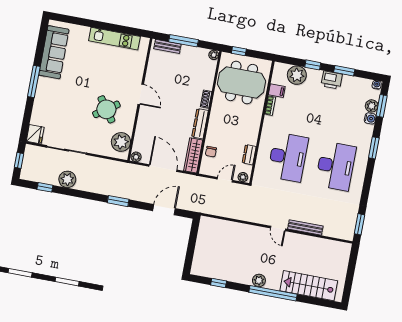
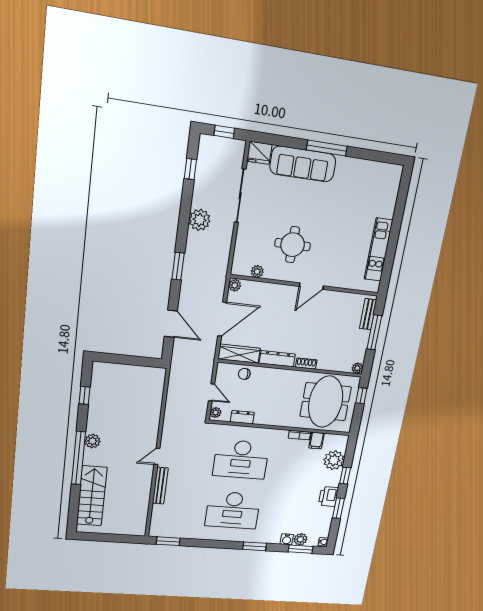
sofa: (54, 52) -> (303, 164), moved
round table: (106, 109) -> (293, 245), turned 35
plant: (121, 142) -> (257, 272), width x0.53, depth x0.53
plant: (67, 179) -> (200, 220), moved

